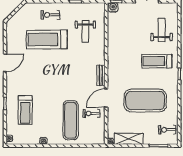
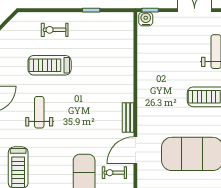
weight bench: (85, 31) -> (39, 112), moved, turned 180
treadmill: (47, 39) -> (50, 65), width x0.73, depth x0.73

